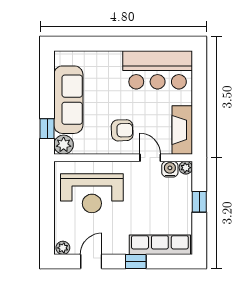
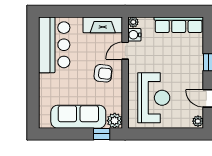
armchair: (122, 130) -> (103, 73), turned 98
window: (199, 202) -> (161, 11), removed
row of seats: (160, 245) -> (179, 25), moved, turned -90

